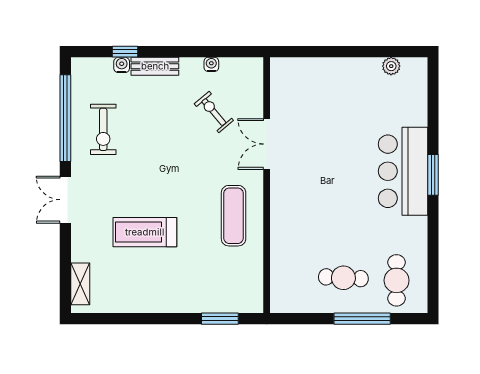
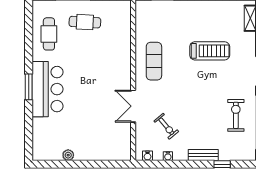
water cooler: (122, 65) -> (148, 156), moved
plant: (391, 66) -> (68, 155), moved
double door: (267, 144) -> (133, 106), swing flipped
cafe table: (397, 280) -> (49, 34), moved

